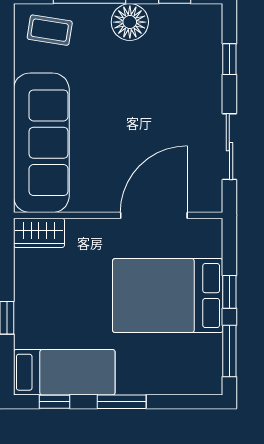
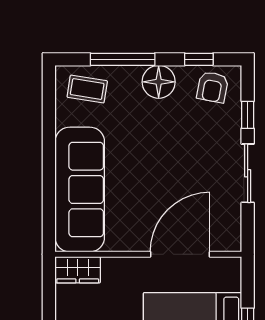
armchair: (190, 28) -> (213, 87), added
sliding door: (229, 147) -> (248, 173), moved

